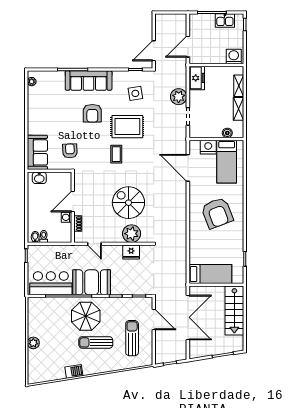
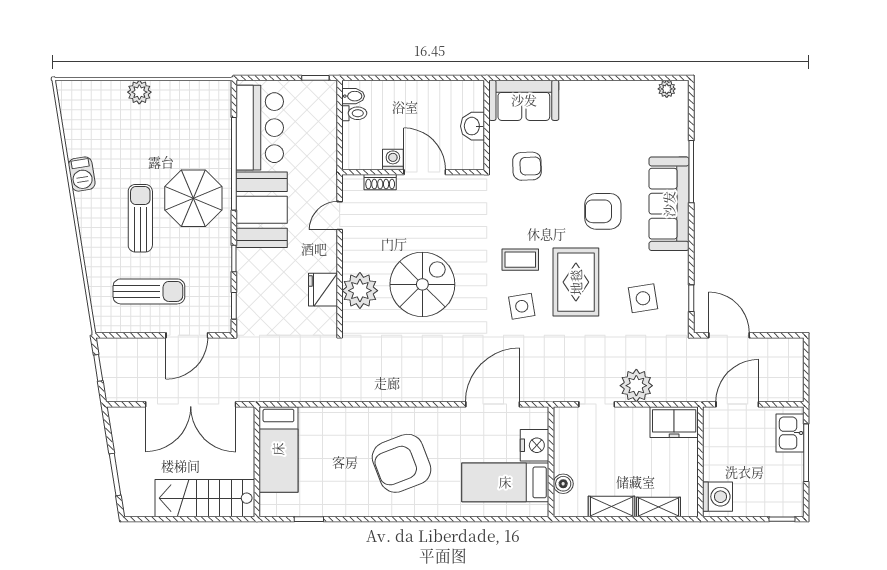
kitchen sink: (225, 21) -> (790, 433), moved
door: (188, 47) -> (737, 404), hinge flipped
side table: (139, 153) -> (522, 306), added
washbasin: (39, 178) -> (473, 126), moved

